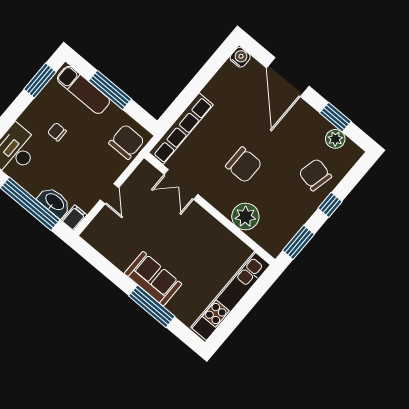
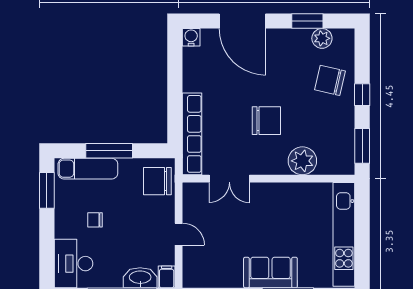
chair: (127, 142) -> (157, 181), turned -90

